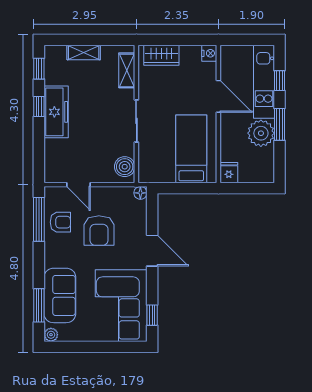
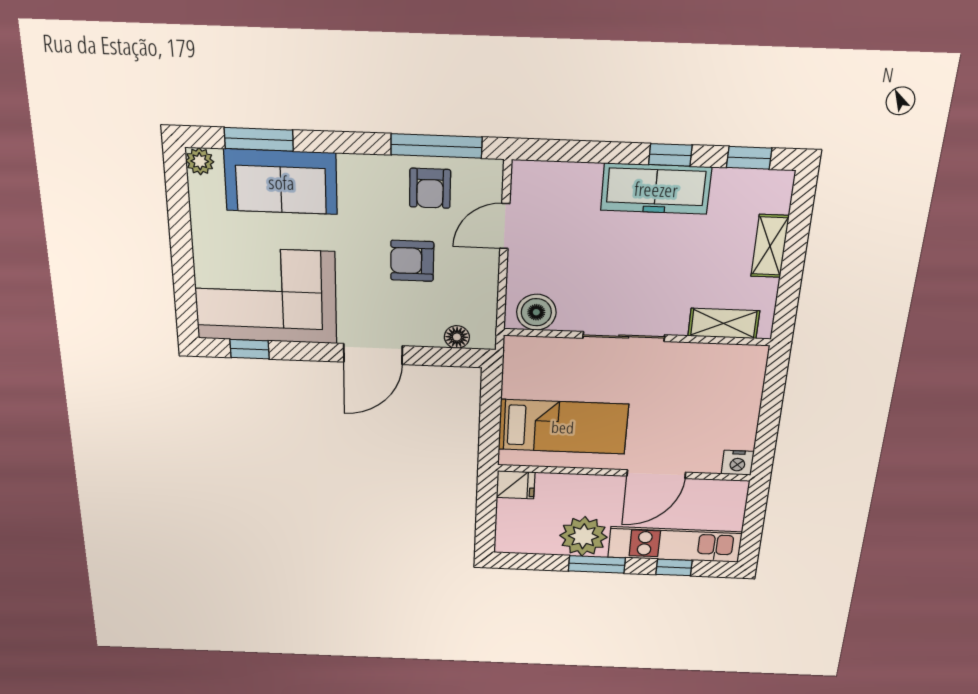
wardrobe: (161, 55) -> (745, 384), removed
floor lamp: (140, 193) -> (457, 337), moved
armchair: (99, 231) -> (412, 261), width x0.72, depth x0.72

